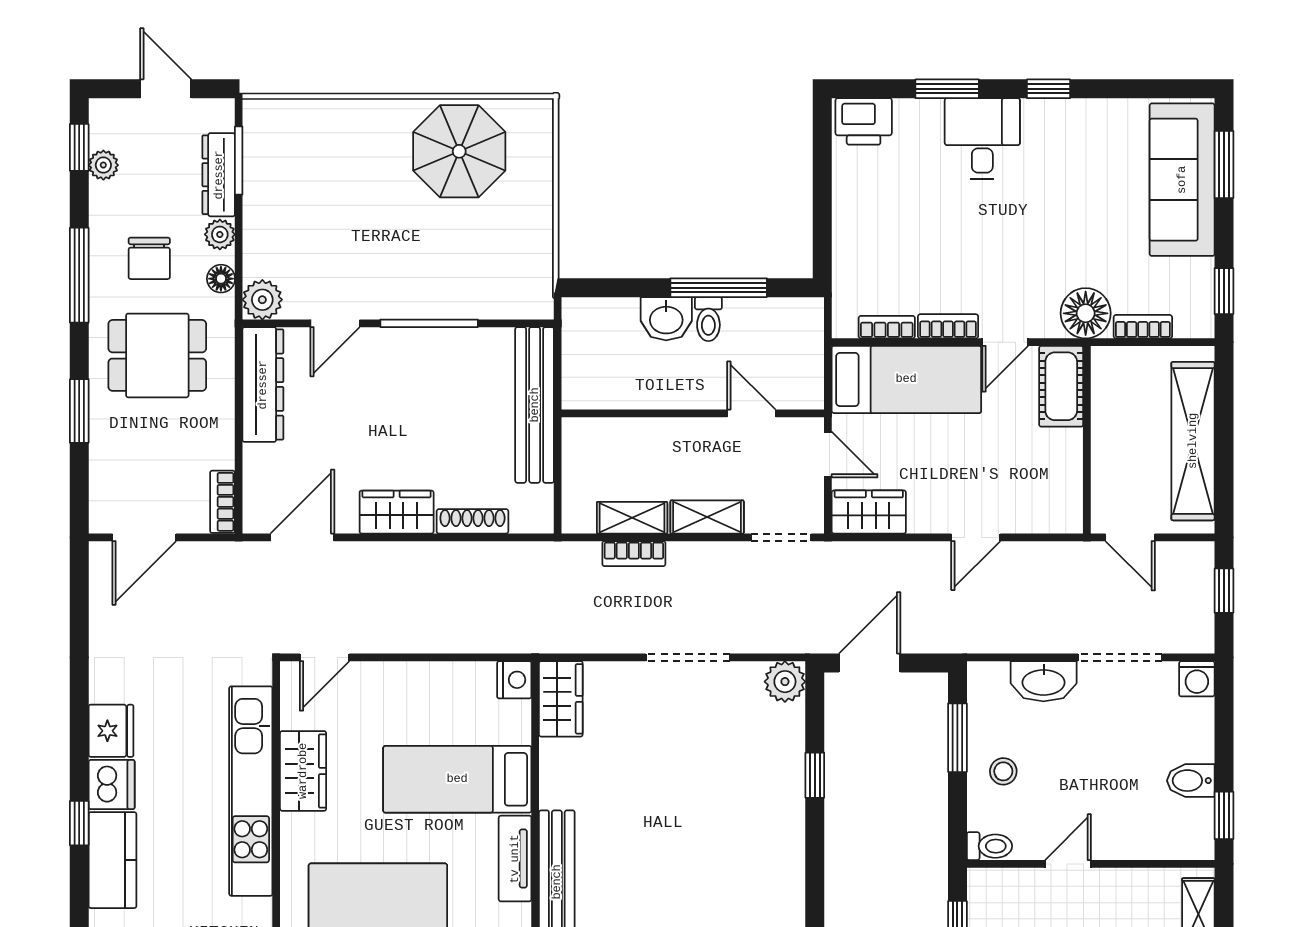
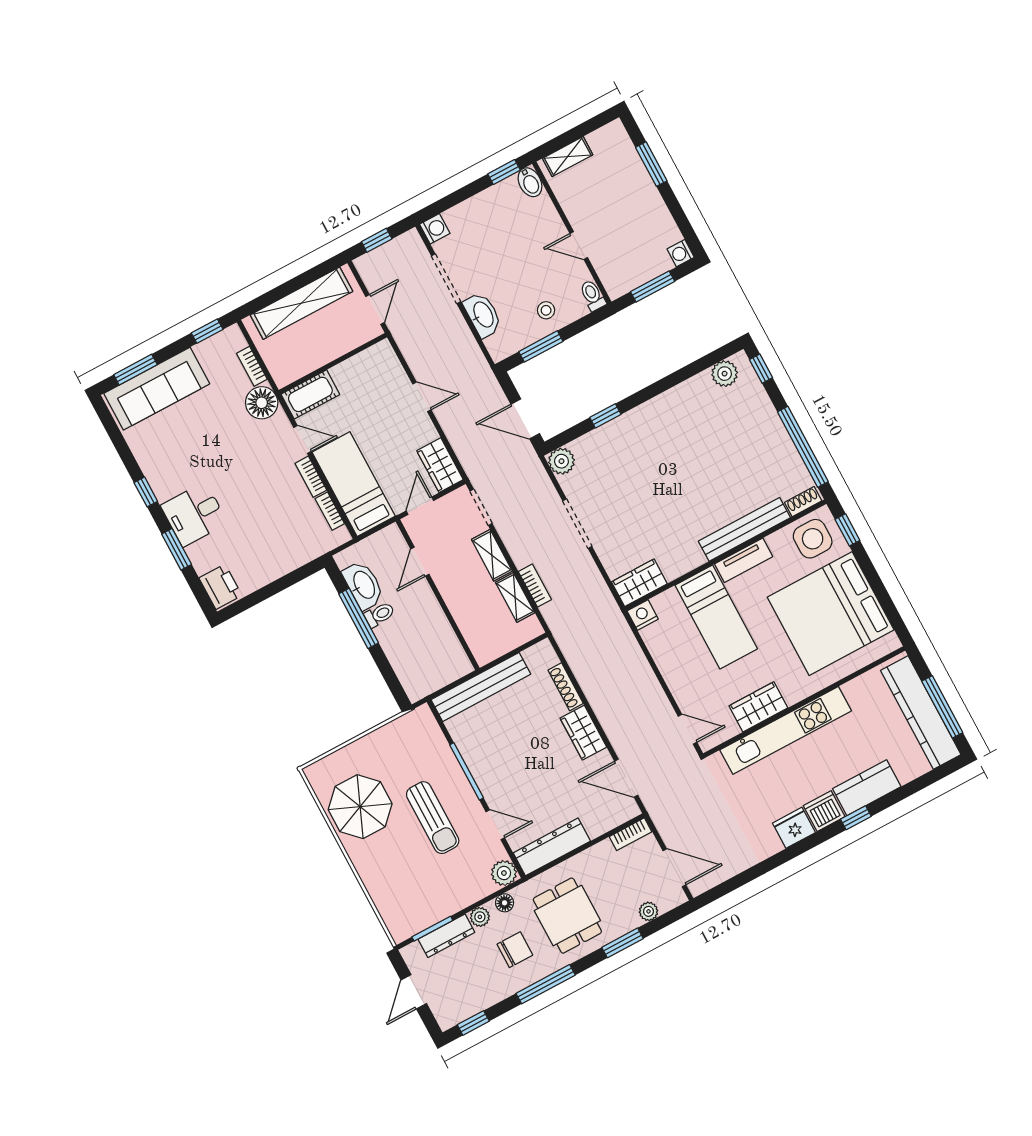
plant: (103, 165) -> (649, 911), moved
sun lounger: (391, 243) -> (433, 818), added
washbasin: (666, 319) -> (363, 585), moved, width x1.38
bidet: (1191, 781) -> (530, 182), moved

